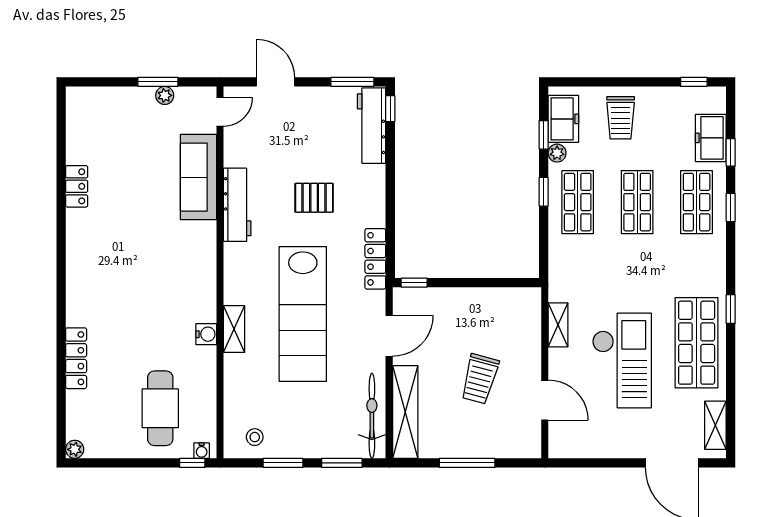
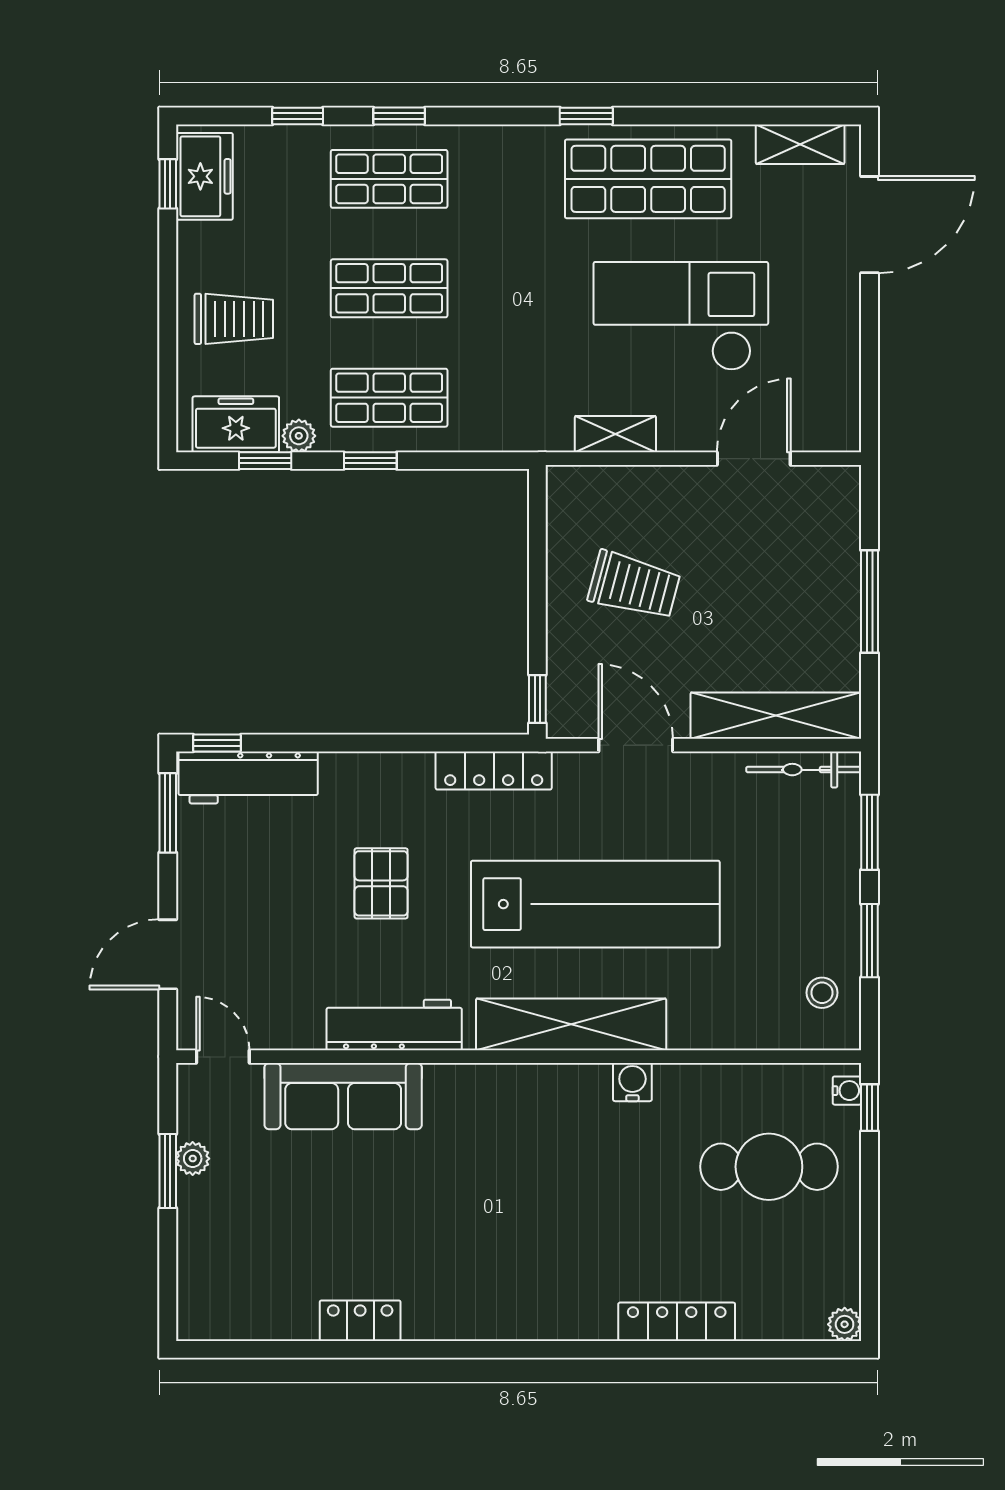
freezer: (711, 138) -> (204, 176), moved, turned -90
shelving: (234, 329) -> (571, 1024), width x2.20, depth x1.33
trolley: (480, 379) -> (634, 585), moved
bicycle: (372, 416) -> (804, 770), width x0.73, depth x0.71

